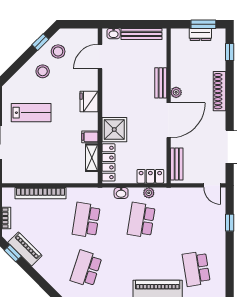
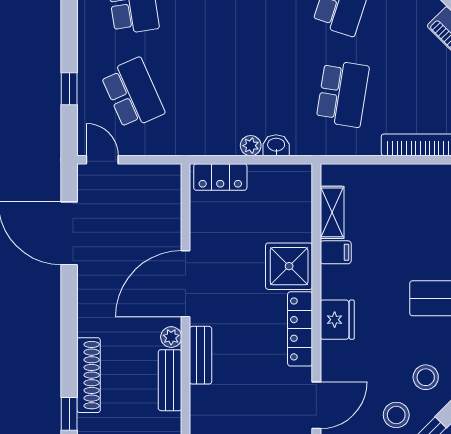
shoe rack: (219, 91) -> (89, 375), moved
locker: (108, 162) -> (300, 329), moved
bench: (177, 164) -> (170, 380), moved
plant: (149, 193) -> (251, 146), moved
school desk: (141, 220) -> (133, 94), moved, turned -33

